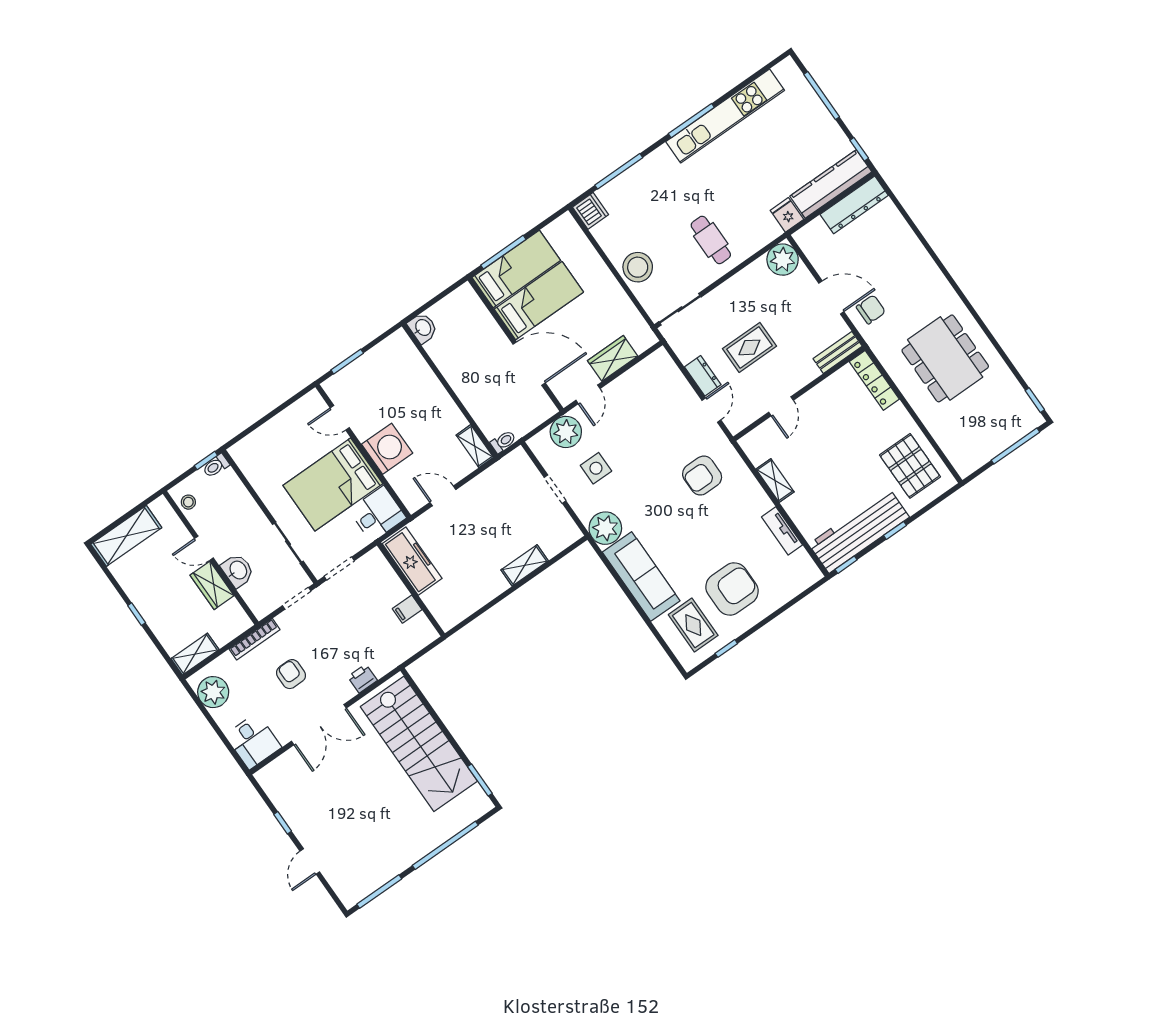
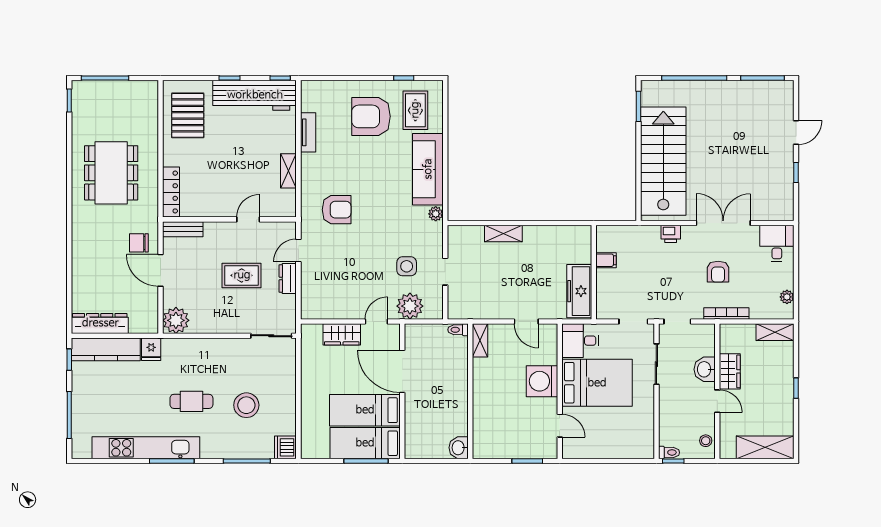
cafe table: (711, 240) -> (191, 401), moved, turned 90
stool: (638, 267) -> (246, 405), moved
plant: (605, 528) -> (436, 214), width x0.53, depth x0.53
plant: (213, 692) -> (787, 297), width x0.53, depth x0.53

